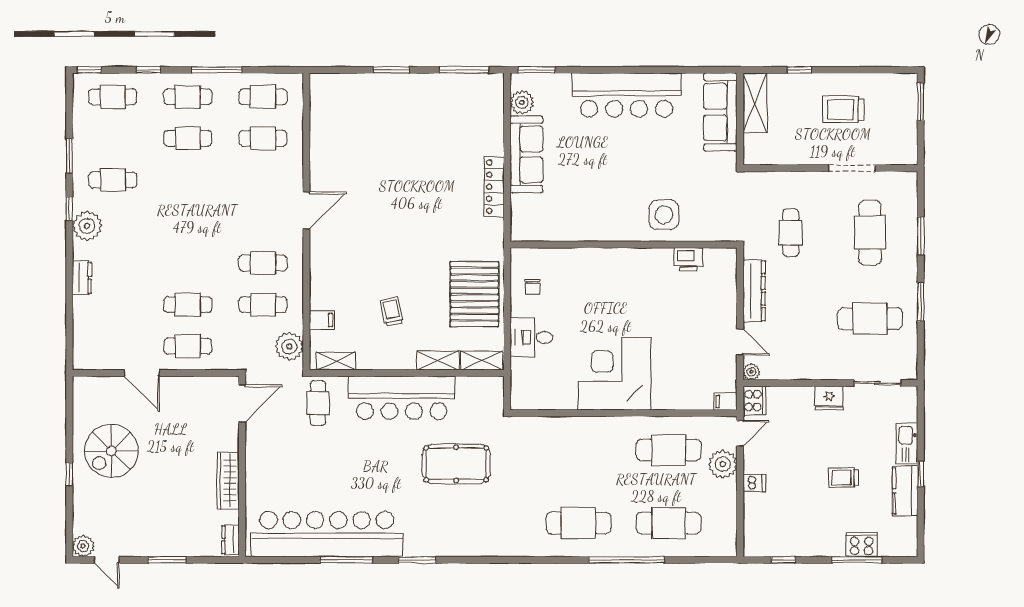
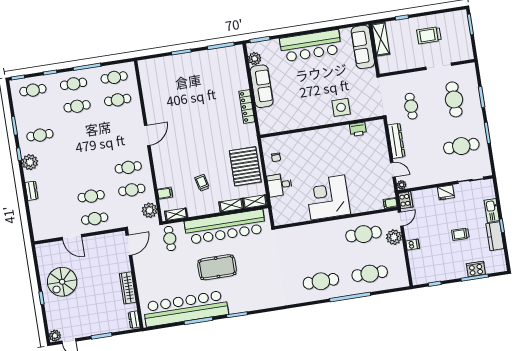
bar counter: (402, 398) -> (225, 227), width x1.36
pool table: (456, 464) -> (217, 267), moved

